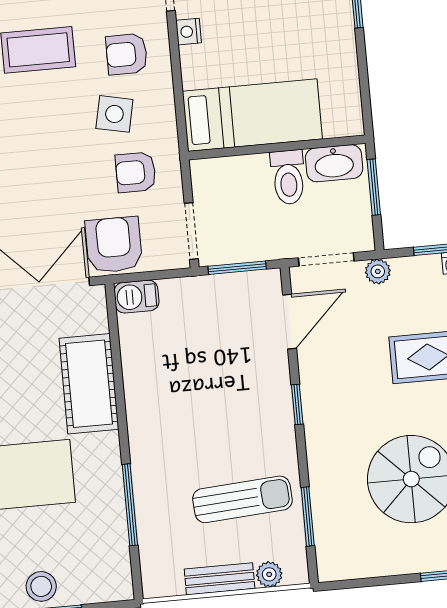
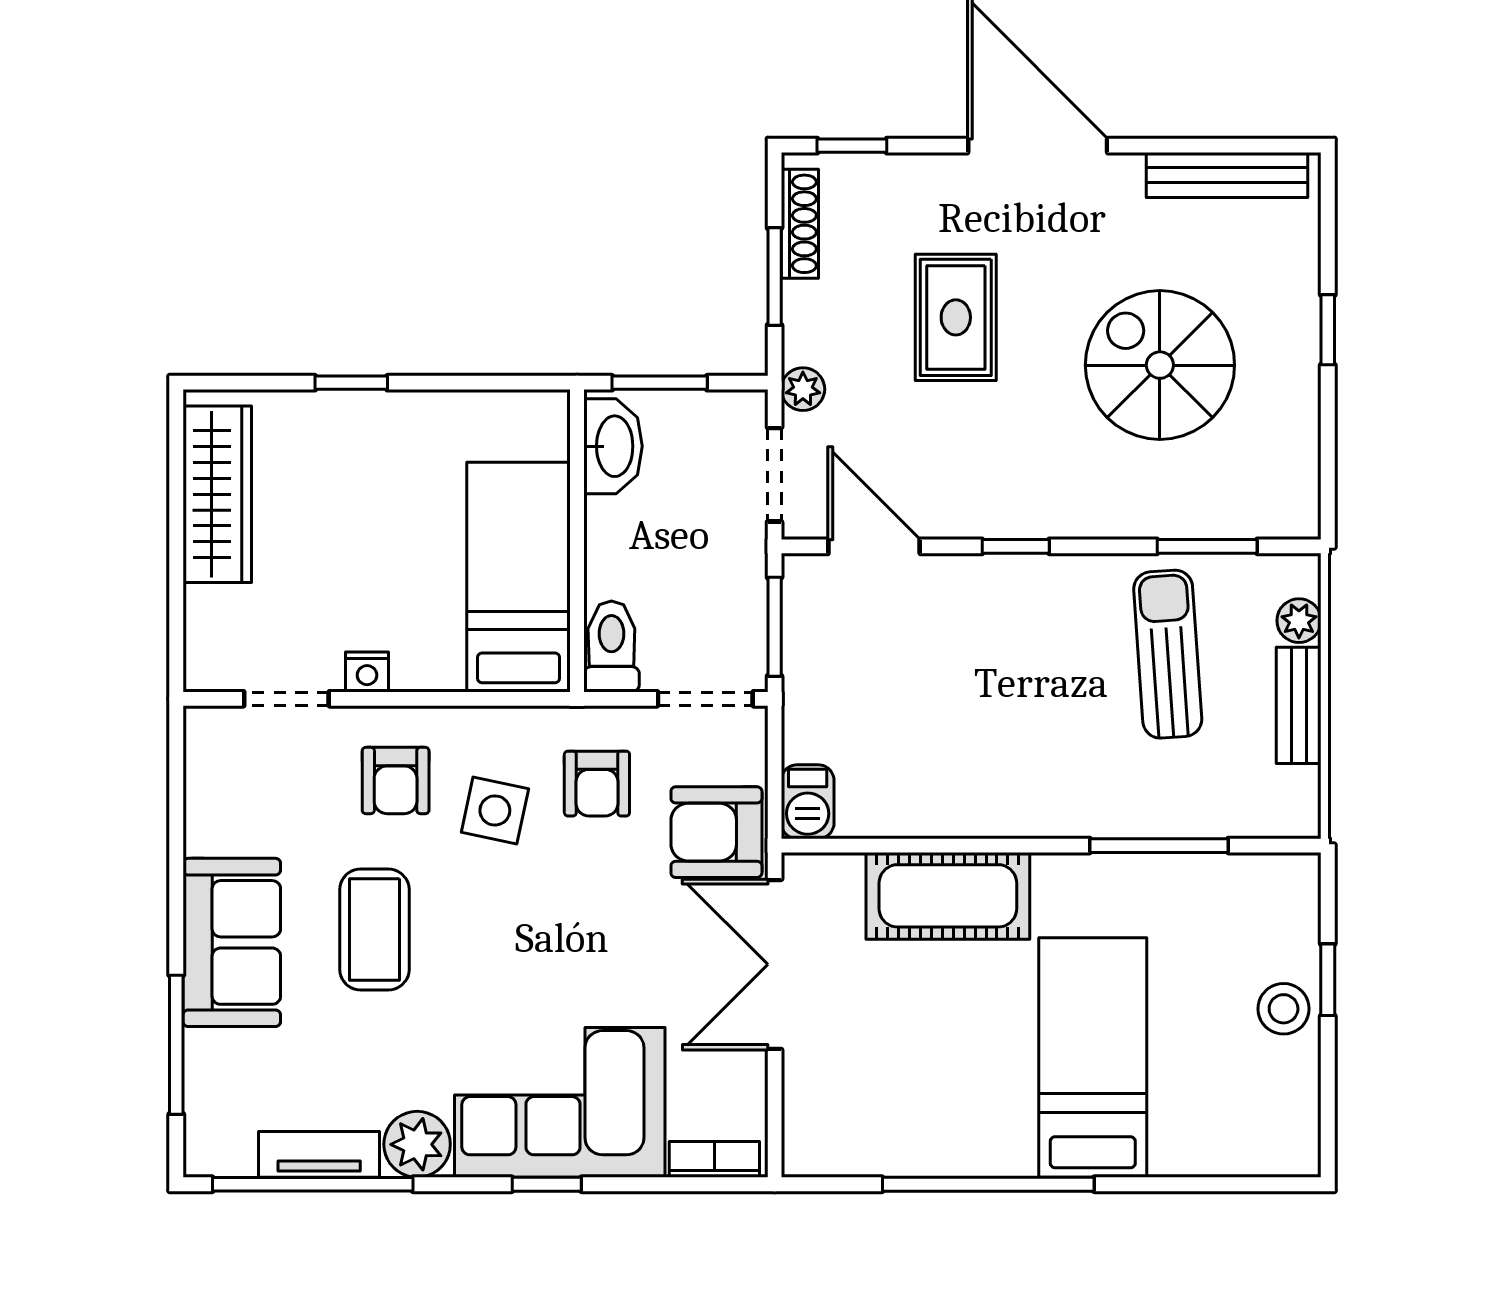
toilet: (288, 177) -> (611, 646), moved, turned -90

